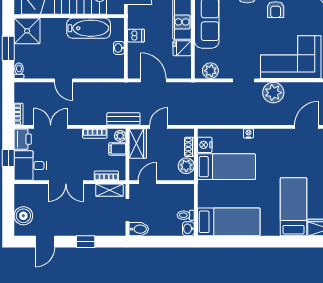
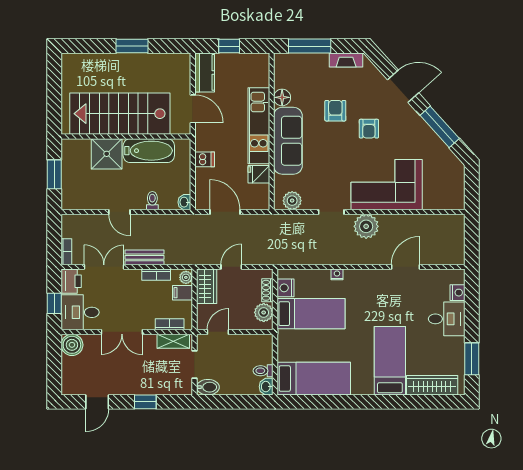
shower: (27, 31) -> (107, 154), moved
washbasin: (119, 48) -> (184, 202), moved
toilet: (19, 71) -> (152, 201), moved
bench: (123, 119) -> (145, 257), moved
boiler: (23, 216) -> (72, 345), moved

